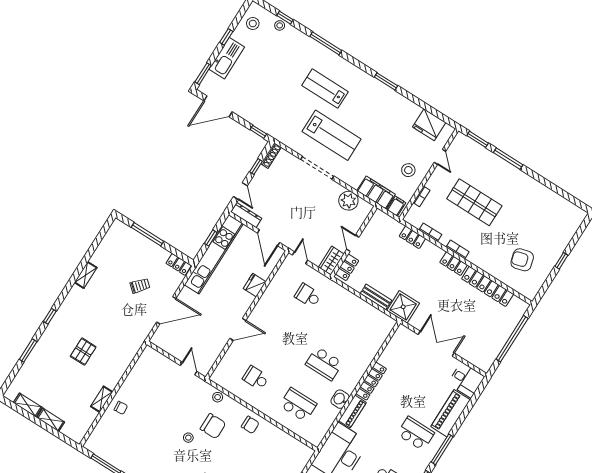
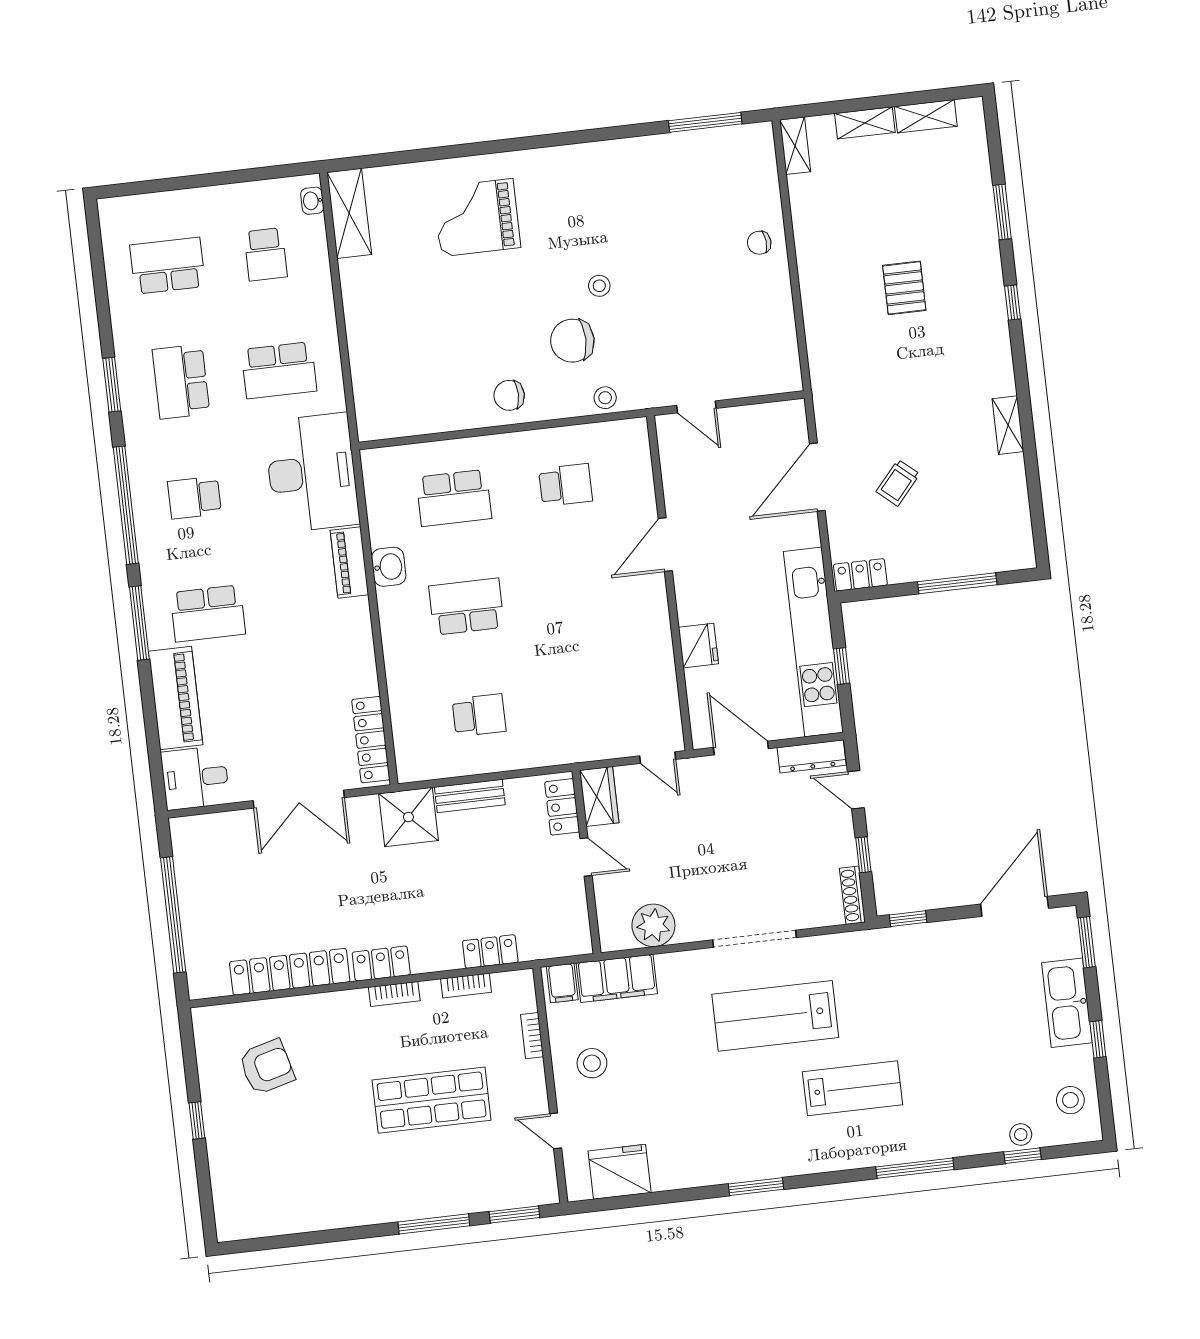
school desk: (308, 296) -> (479, 715), moved
locker: (371, 381) -> (371, 740), moved
shelving: (102, 399) -> (795, 146), moved

